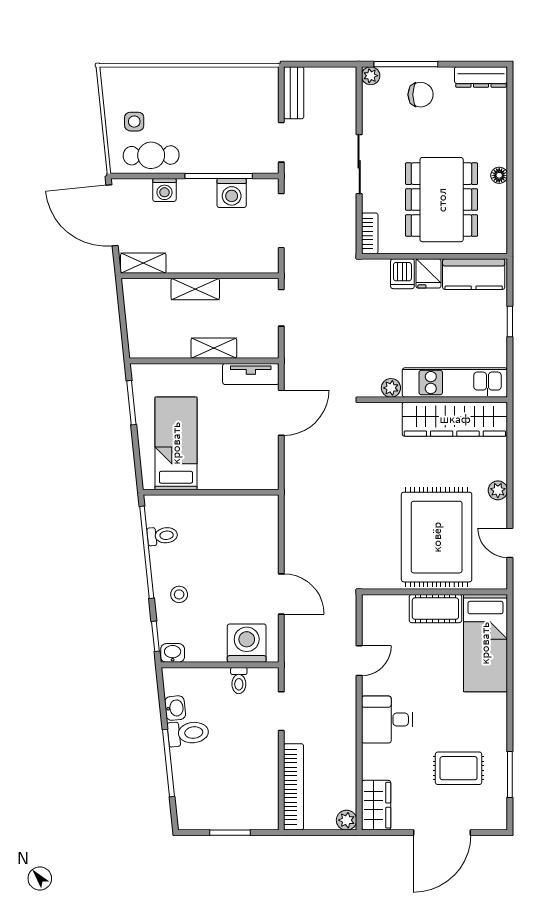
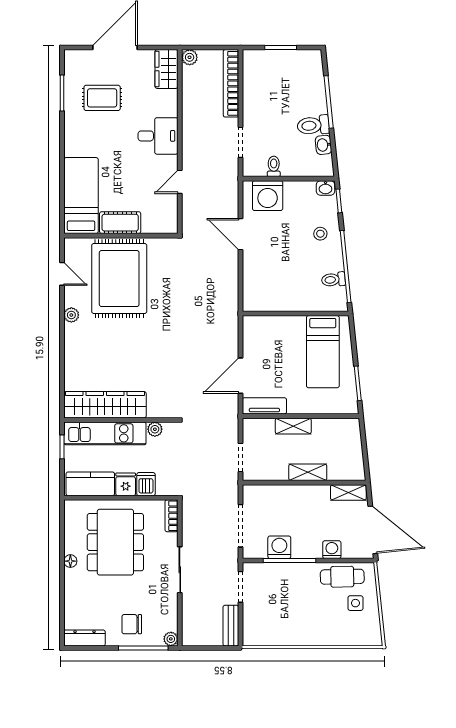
kitchen unit: (455, 383) -> (105, 433), moved
plant: (391, 388) -> (155, 429), moved
wall: (434, 400) -> (121, 420), moved
wardrobe: (455, 419) -> (105, 405), moved

